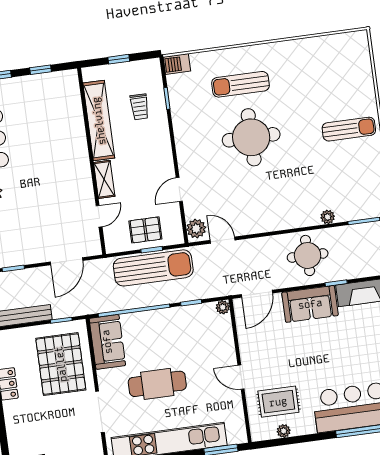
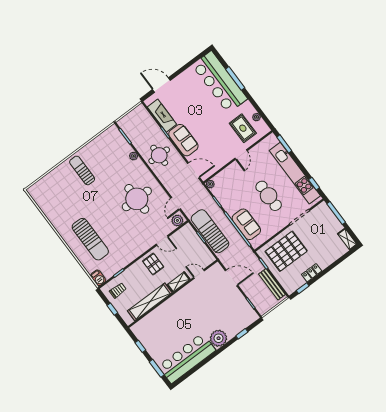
sun lounger: (240, 84) -> (90, 239), width x1.36, depth x1.34
trolley: (139, 107) -> (118, 290), moved
round table: (251, 137) -> (137, 199), moved
pallet: (145, 230) -> (153, 264), moved
sofa: (107, 342) -> (246, 224), moved, turned 90

